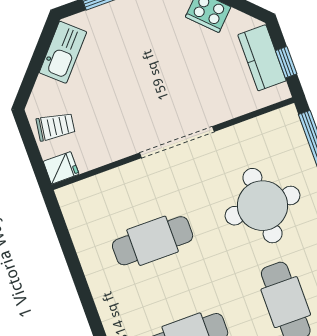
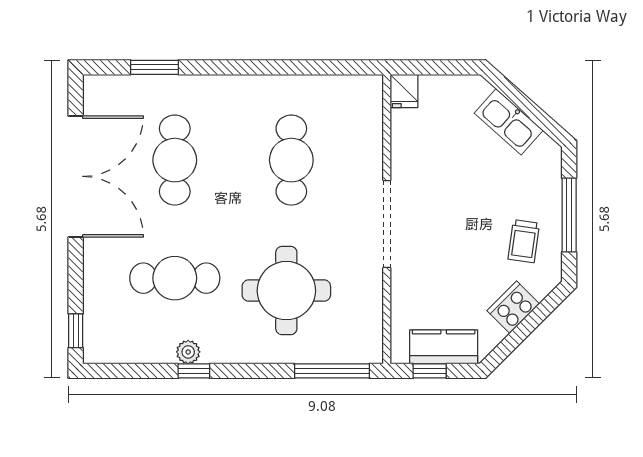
kitchen sink: (63, 52) -> (509, 122), moved
trolley: (56, 127) -> (524, 241), moved

